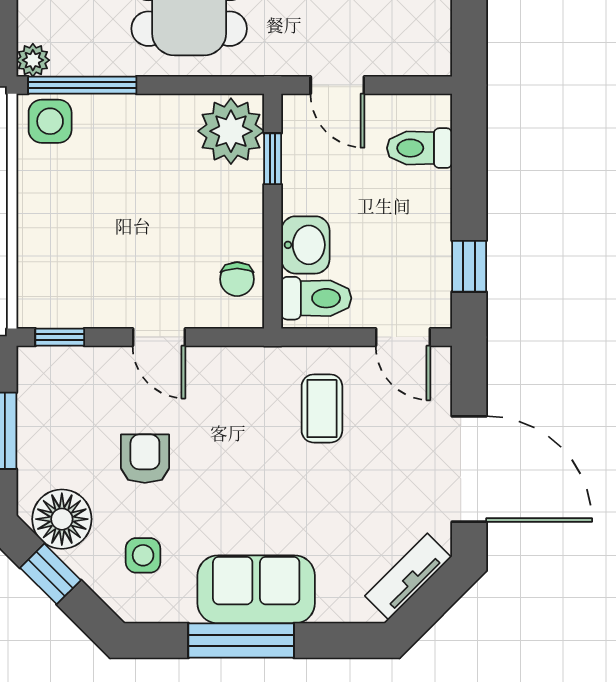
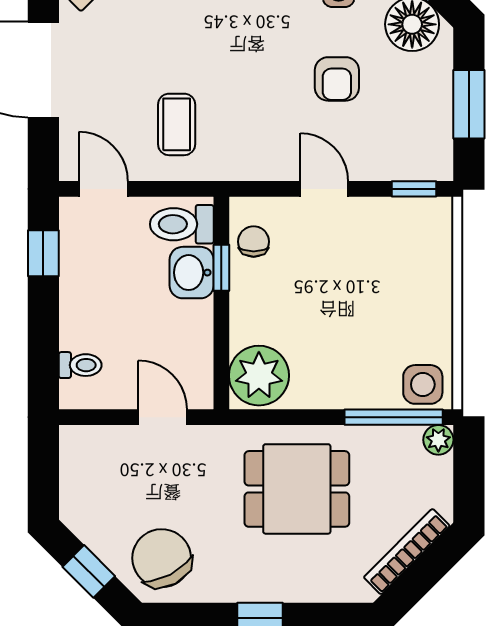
toilet: (419, 148) -> (80, 365), width x0.73, depth x0.72
window: (273, 159) -> (221, 268), moved

